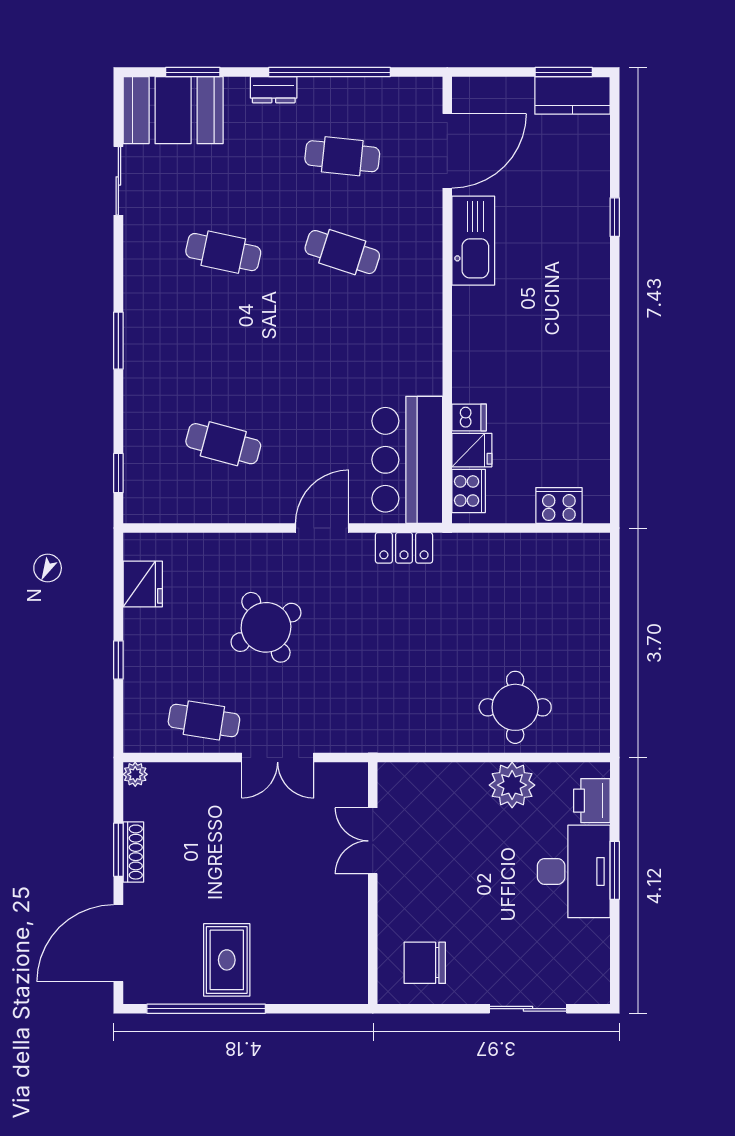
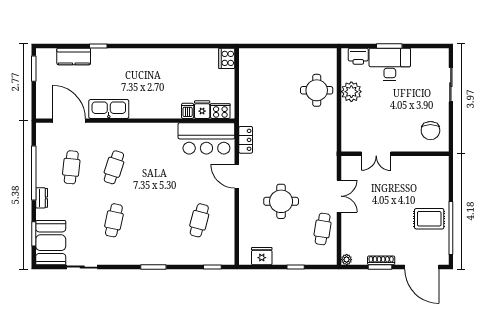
kitchen counter: (572, 95) -> (74, 56), moved, turned 90
cooker: (559, 505) -> (227, 58), moved
round table: (266, 627) -> (281, 201), turned 30

